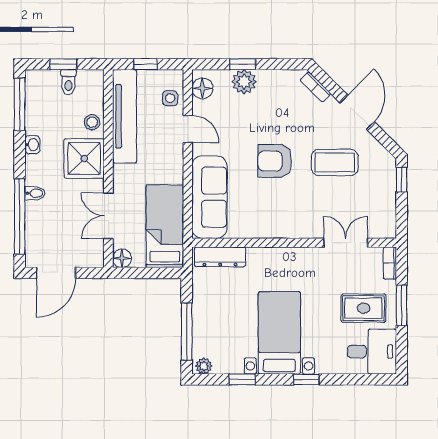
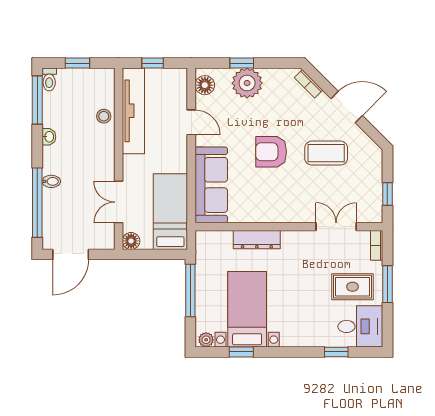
toilet: (68, 82) -> (49, 79), moved
plant: (244, 82) -> (247, 83), width x1.36, depth x1.36
side table: (170, 98) -> (175, 94), removed
door: (357, 112) -> (347, 107), hinge flipped
shower: (84, 159) -> (96, 149), removed
window: (402, 180) -> (387, 194), moved
dresser: (220, 257) -> (257, 240), moved
window: (187, 332) -> (190, 291), moved
bed with nightstands: (279, 333) -> (247, 309), moved
window: (306, 379) -> (336, 352), moved

